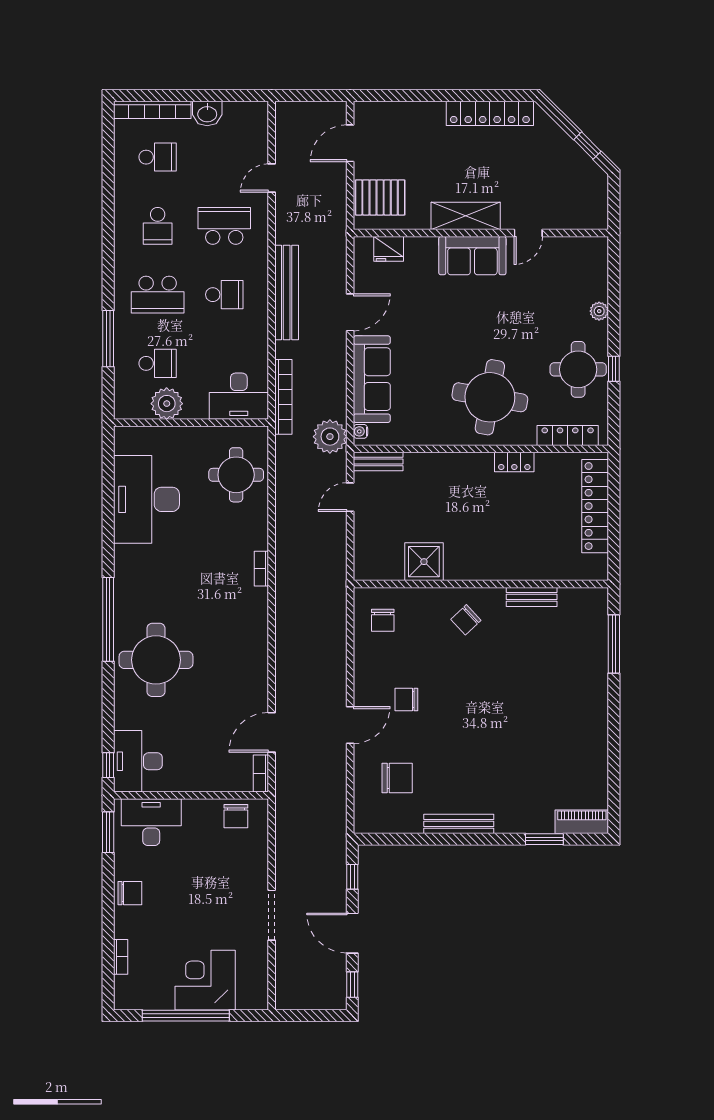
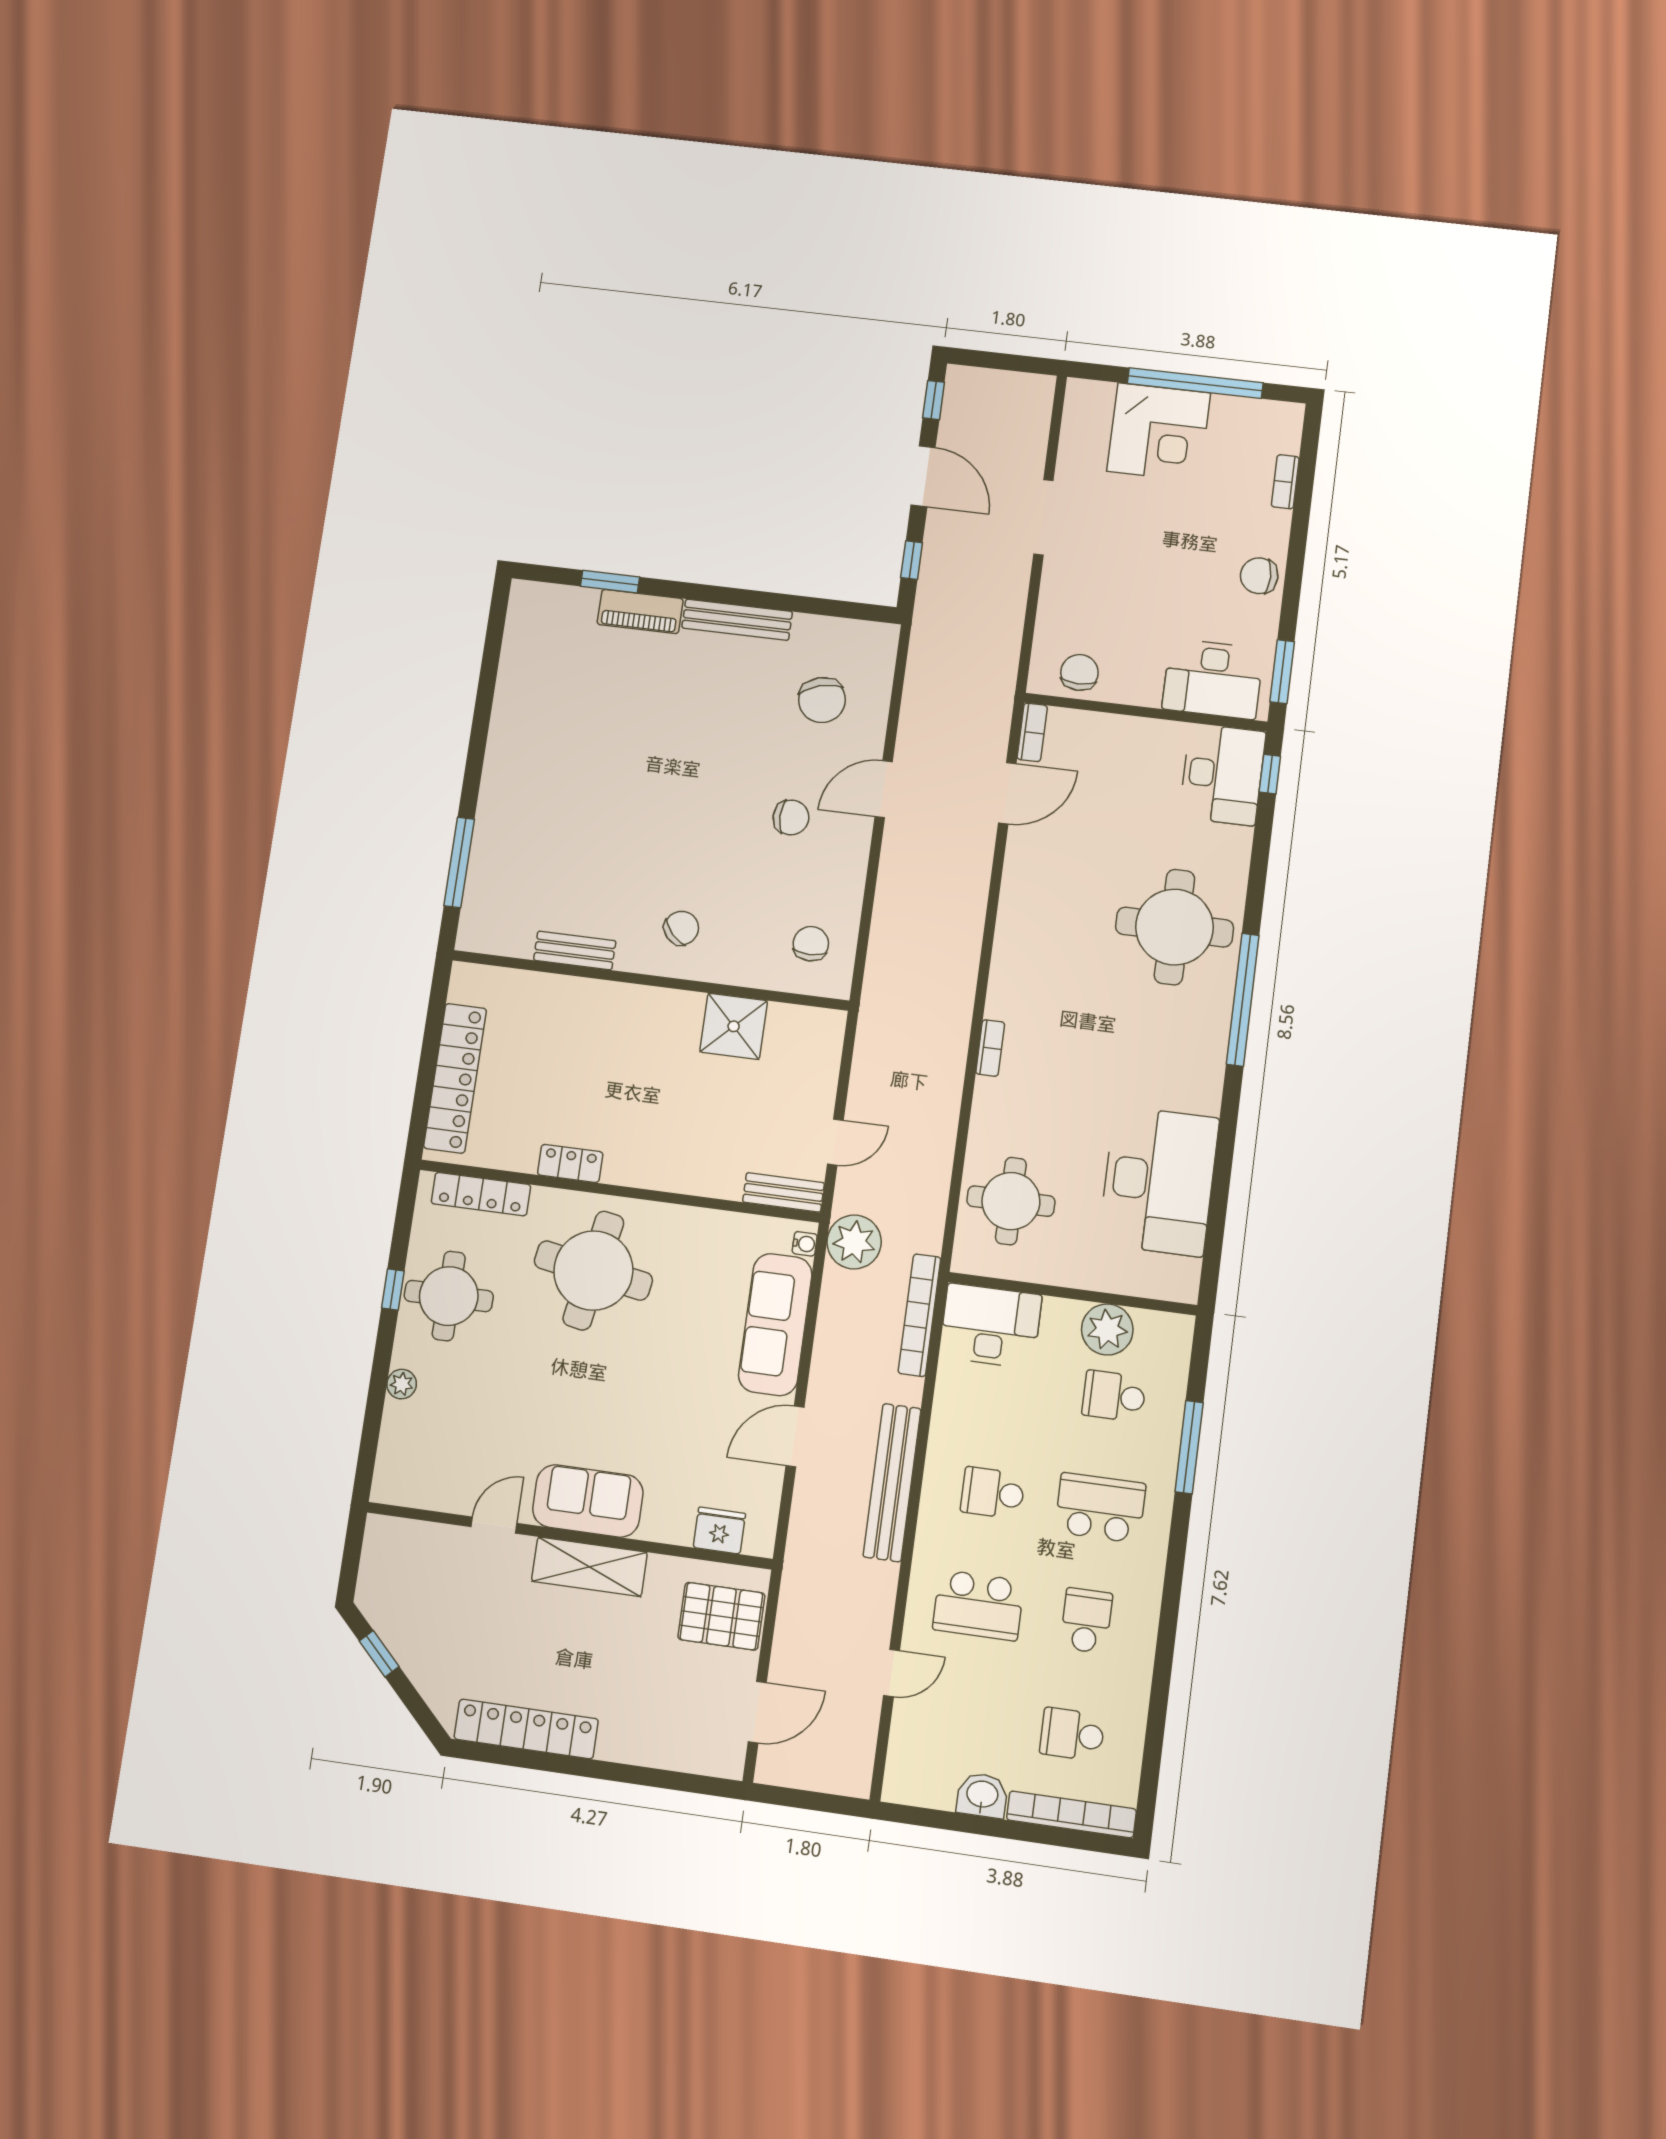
chair: (397, 778) -> (822, 700), turned -106
piano: (582, 822) -> (640, 612), moved

